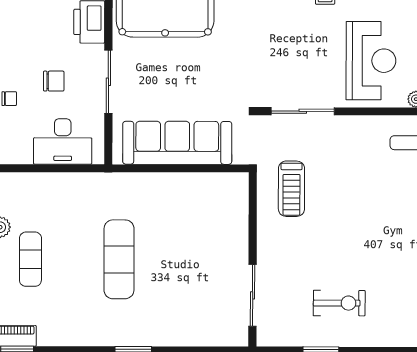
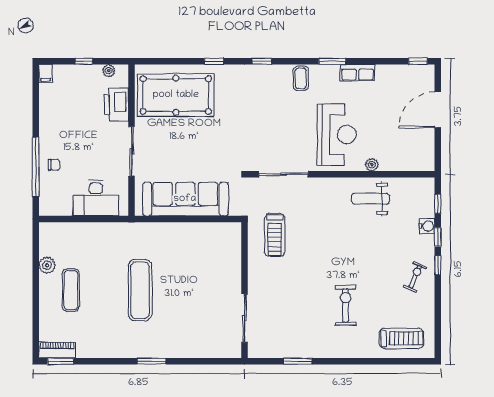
chair: (54, 81) -> (89, 151), removed
exercise bike: (339, 303) -> (346, 305), moved, turned -90

